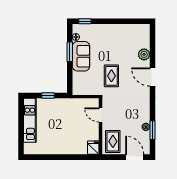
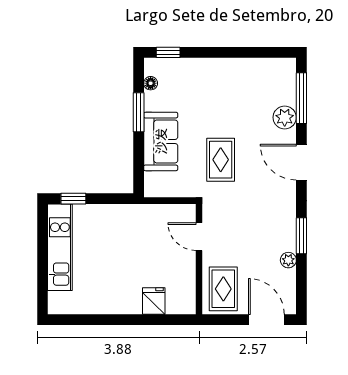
window: (153, 45) -> (301, 98), added
sofa: (81, 56) -> (161, 141), moved
window: (48, 96) -> (73, 199), moved
window: (153, 130) -> (301, 236), moved
fridge: (93, 148) -> (154, 301), moved

